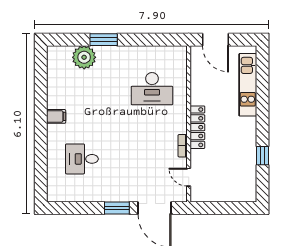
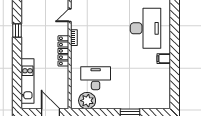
plant: (84, 57) -> (87, 101), moved
desk: (82, 159) -> (145, 28), width x1.87, depth x1.30
door: (189, 177) -> (70, 15), swing flipped

